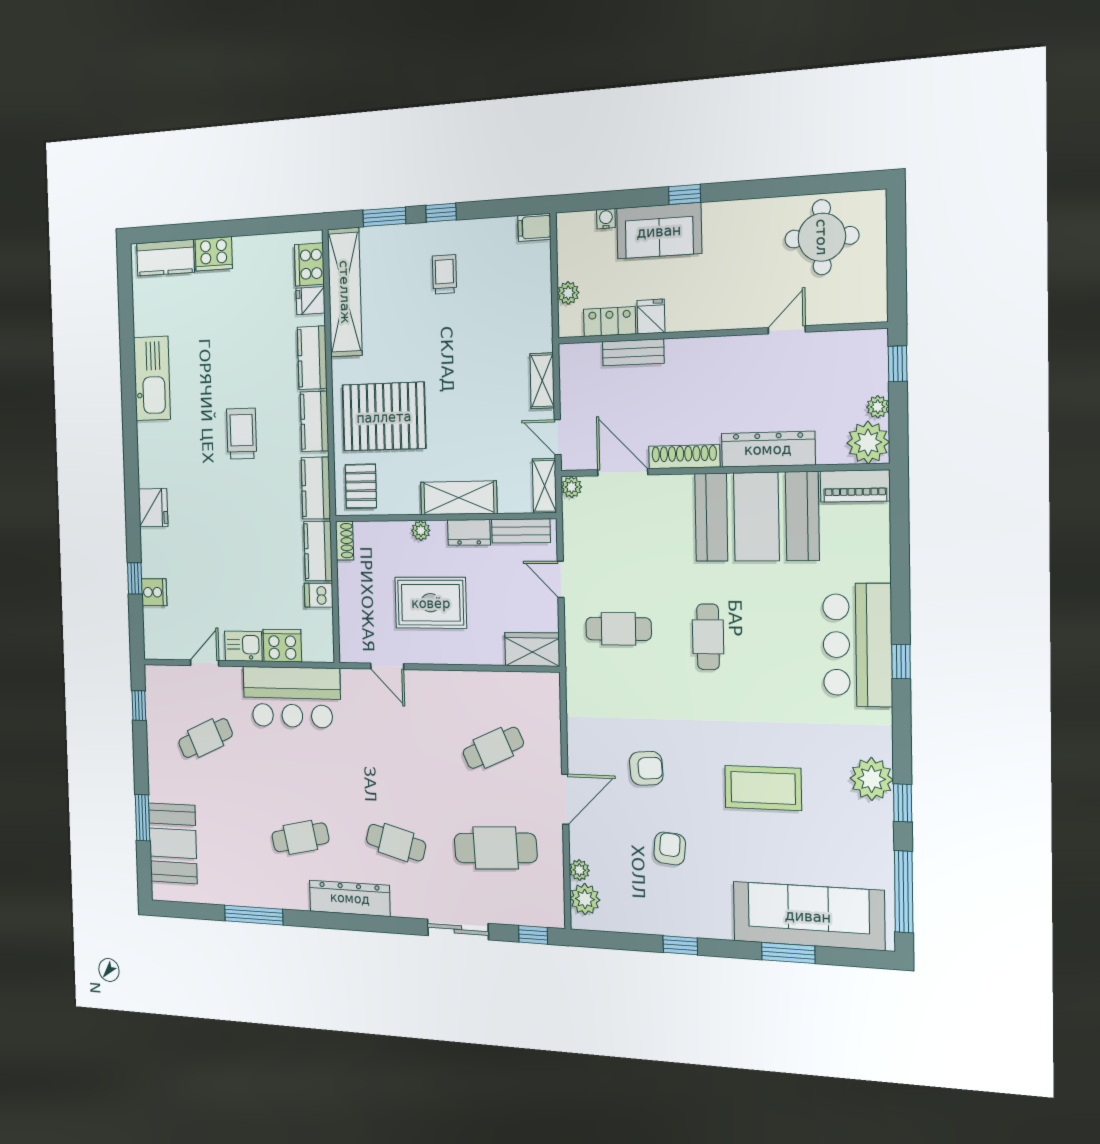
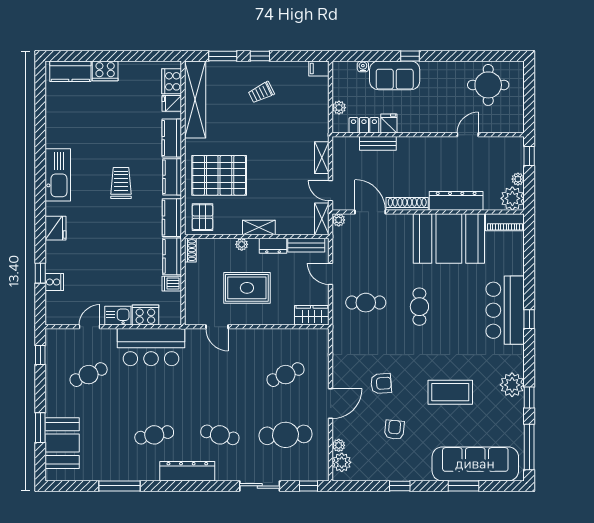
trolley: (444, 274) -> (261, 92), turned -116
kitchen sink: (152, 378) -> (58, 175), moved
shelving: (459, 498) -> (259, 228), width x0.67, depth x0.75

